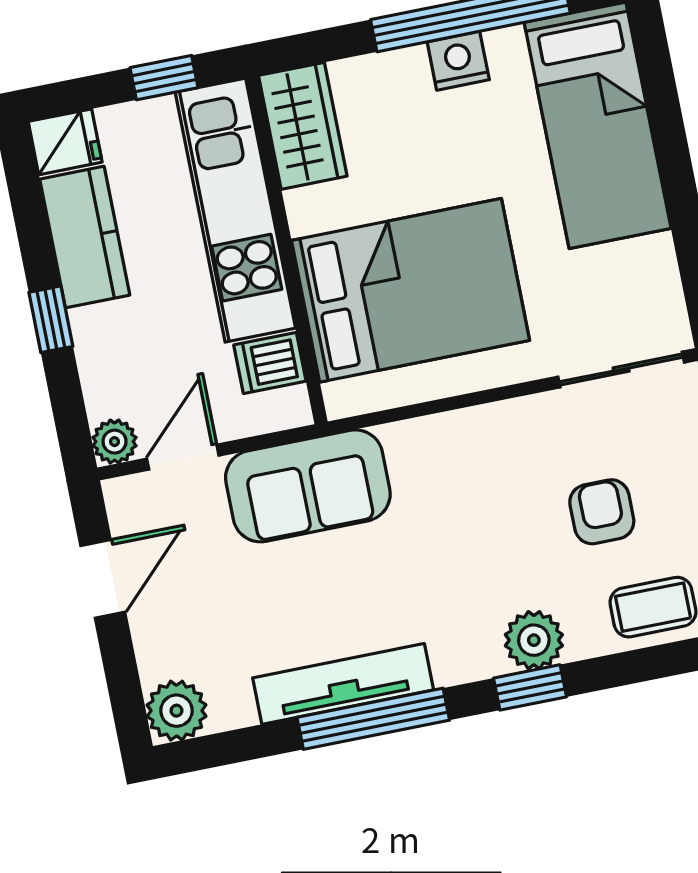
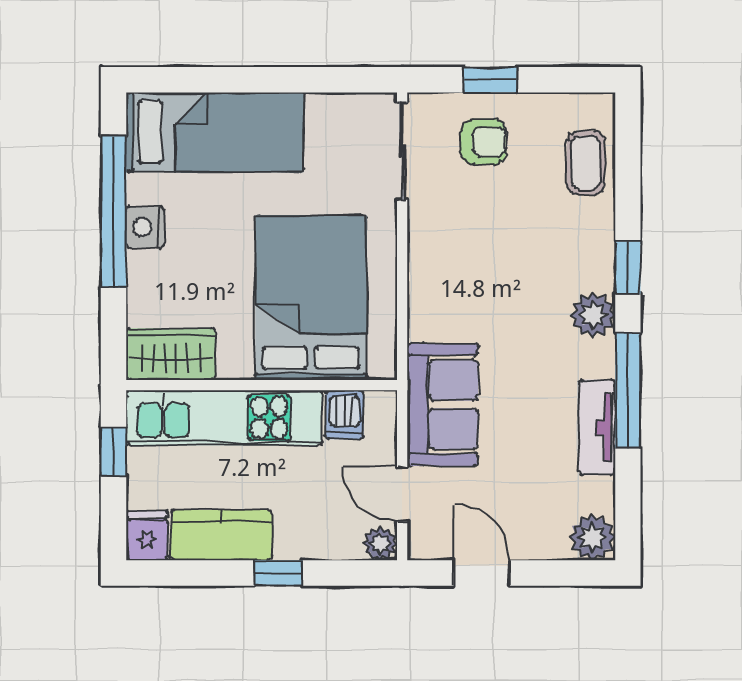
armchair: (602, 512) -> (483, 142), moved, turned 180
plant: (534, 640) -> (593, 315), moved
tv unit: (343, 684) -> (597, 427), width x0.71

